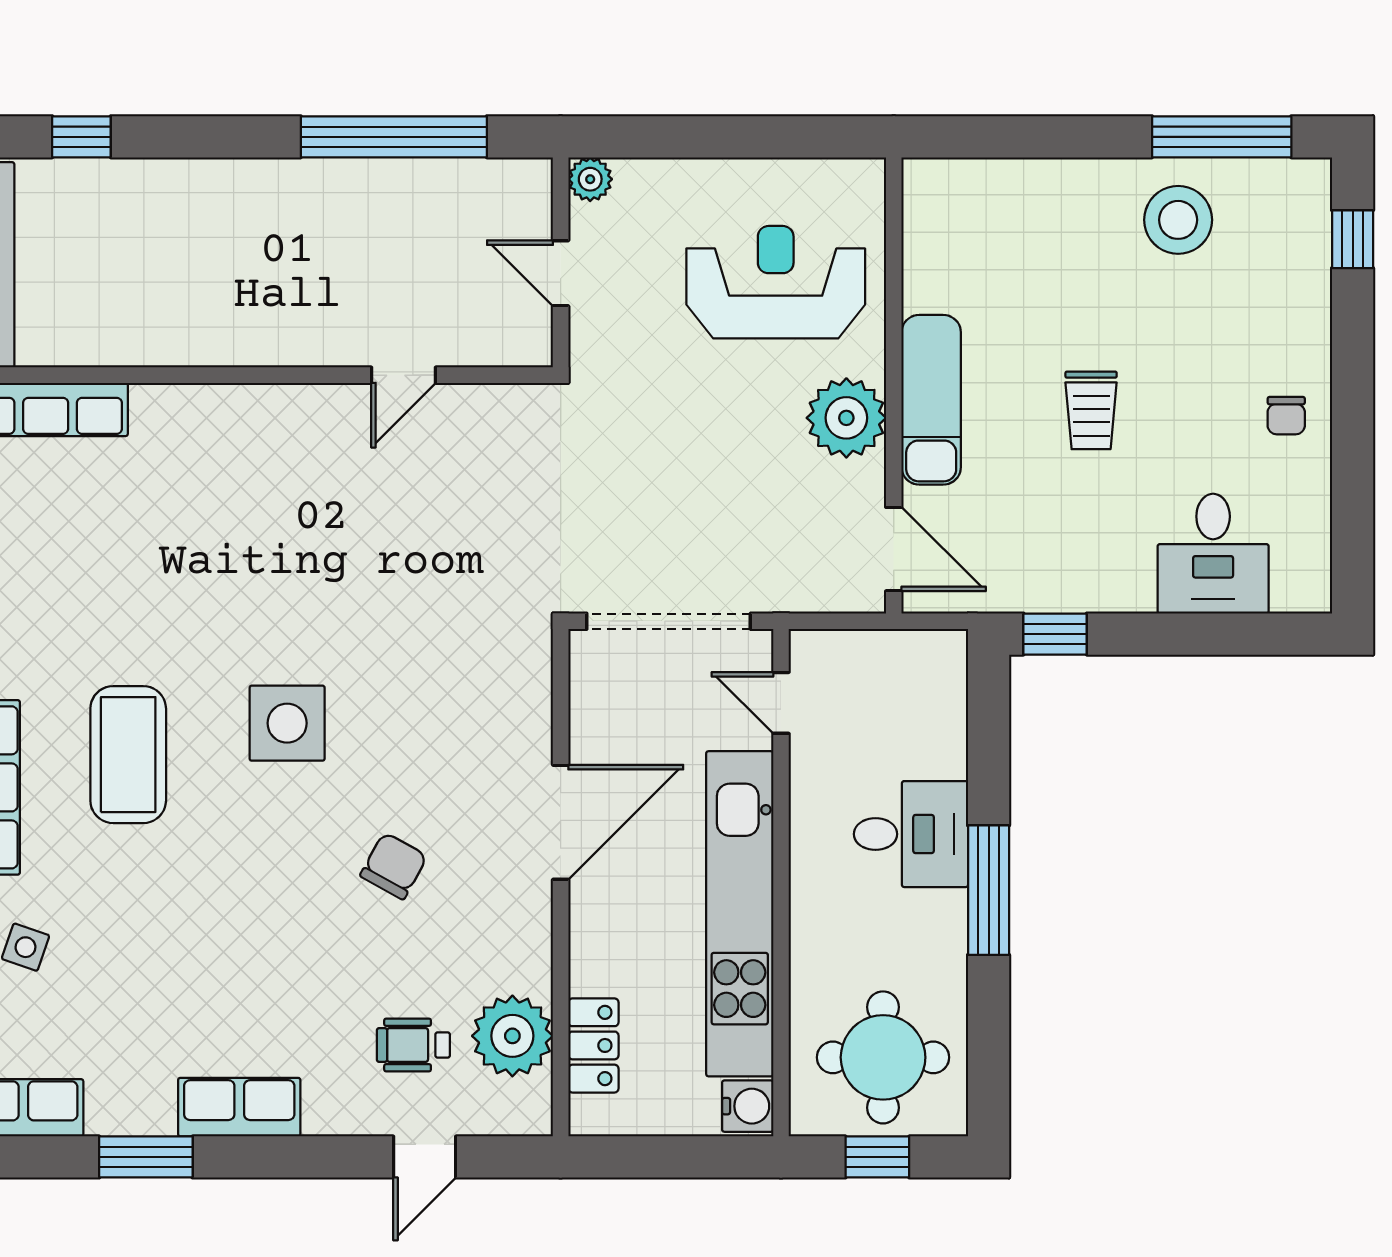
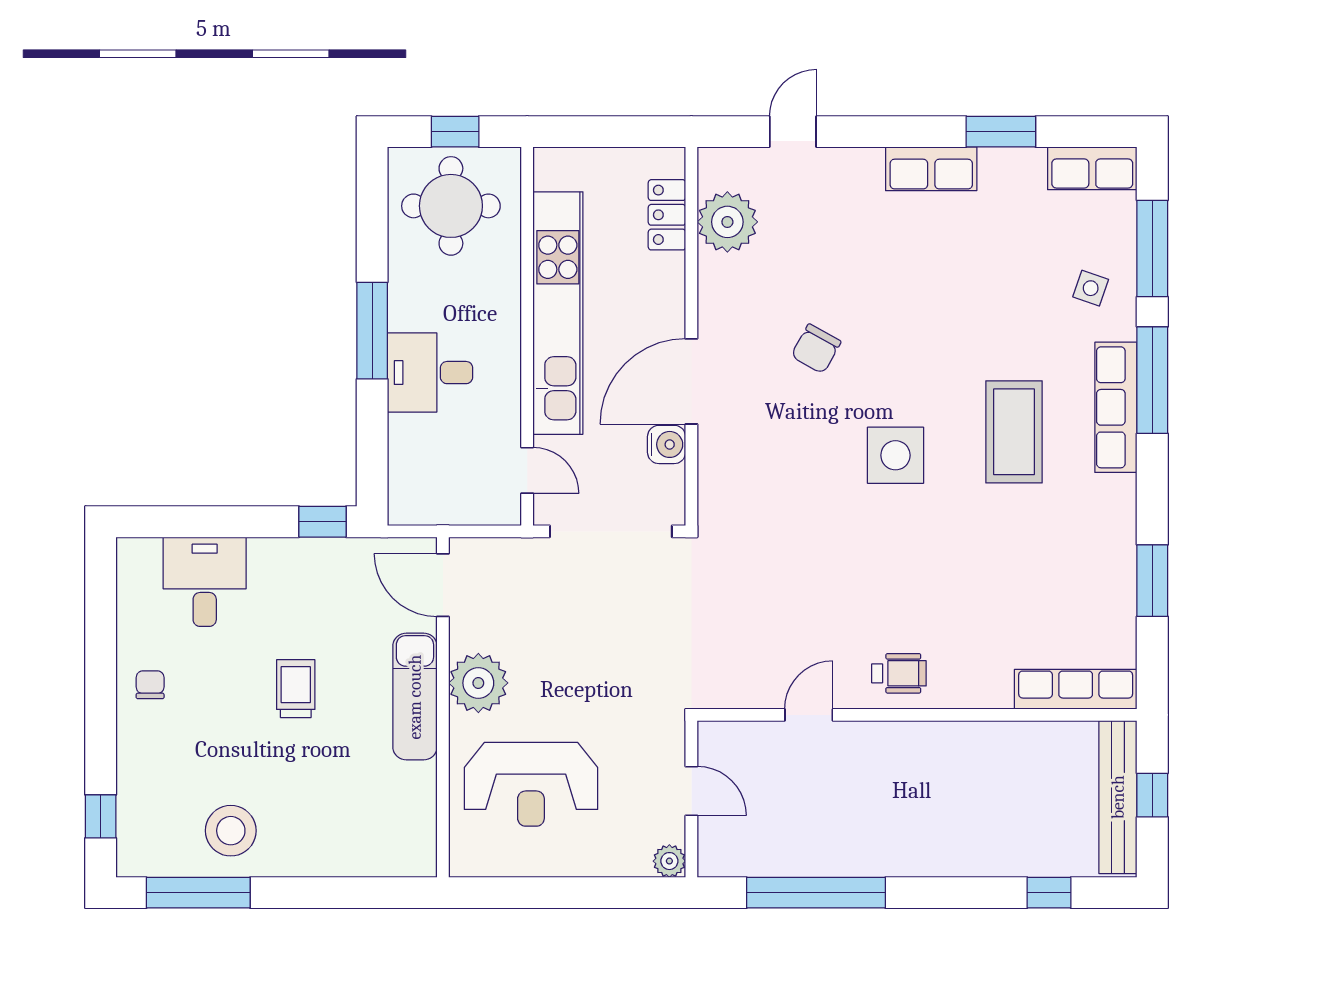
wheelchair: (413, 1045) -> (899, 673), moved
water cooler: (748, 1106) -> (667, 444), moved, turned 180

